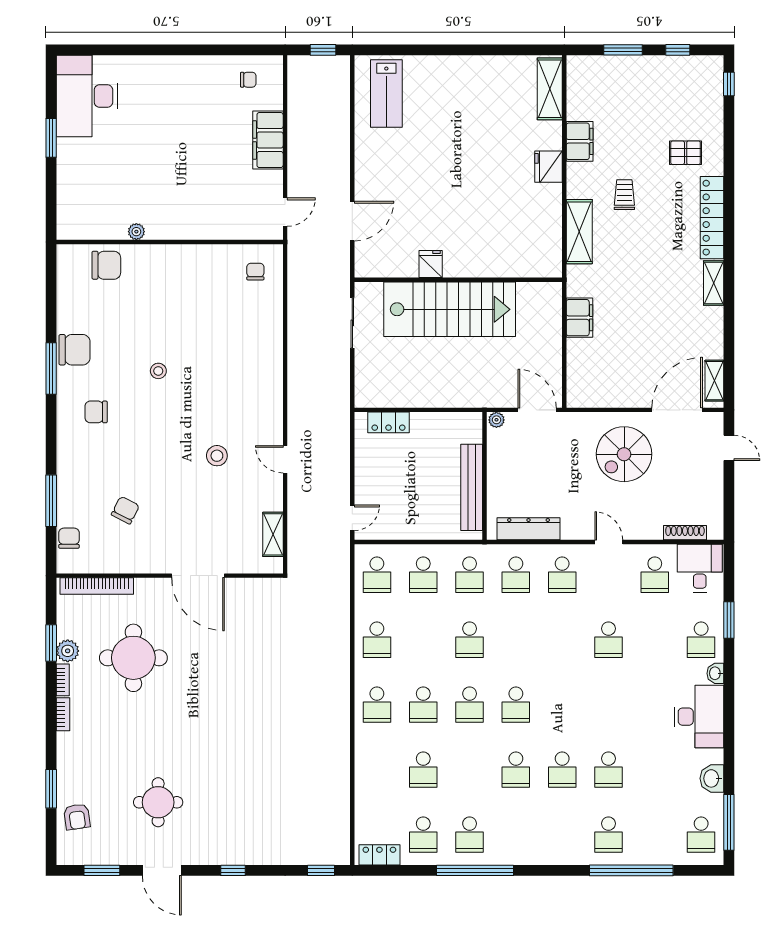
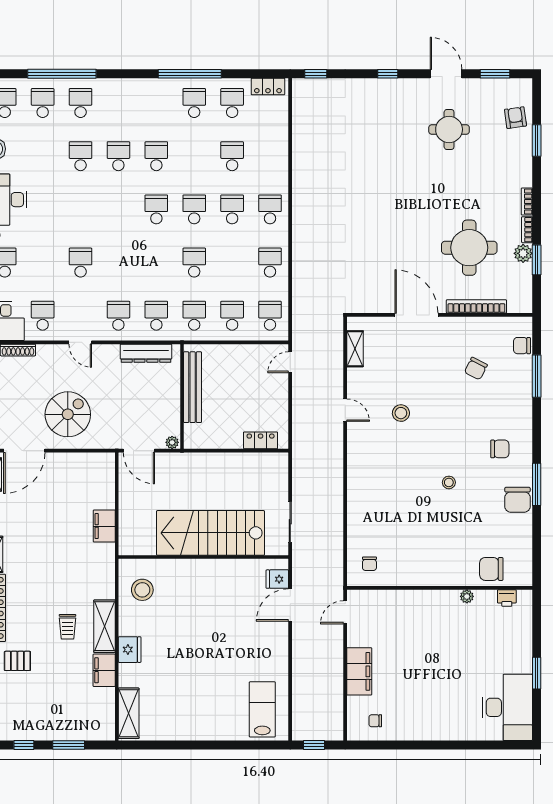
printer: (87, 230) -> (507, 598), added
shelving: (579, 232) -> (105, 626), moved
stool: (533, 240) -> (142, 590), added
fridge: (431, 264) -> (277, 579), moved, turned 90
chair: (74, 350) -> (517, 500), turned -90
chair: (69, 538) -> (522, 346), turned 90
bookcase: (97, 586) -> (476, 306), moved
school desk: (655, 835) -> (43, 103), added

